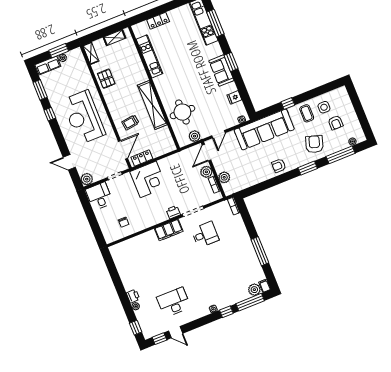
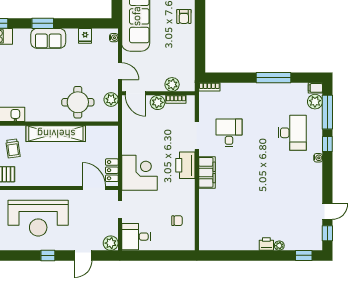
window: (50, 114) -> (48, 255), moved
trolley: (130, 122) -> (13, 148), moved
printer: (173, 212) -> (185, 165), width x1.87, depth x1.48
desk: (174, 302) -> (292, 133), moved, turned 180

